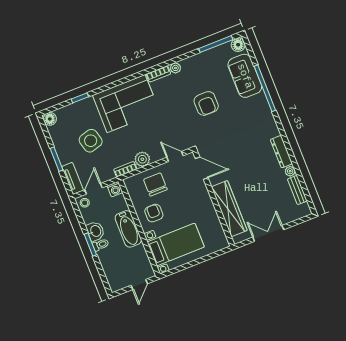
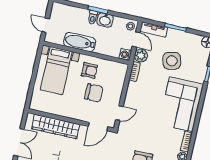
plant: (142, 159) -> (141, 56), moved
chair: (155, 184) -> (94, 93), moved
bathtub: (128, 229) -> (80, 42), moved

